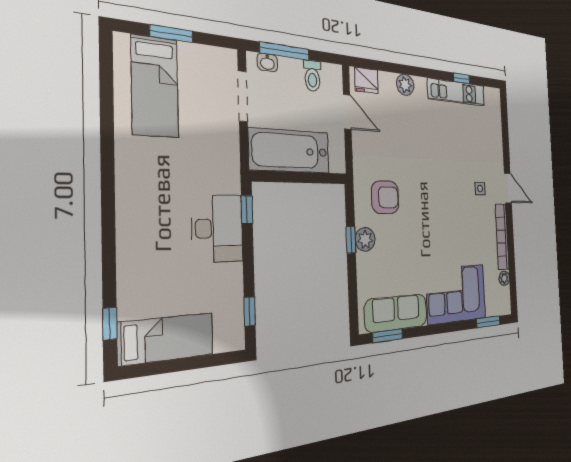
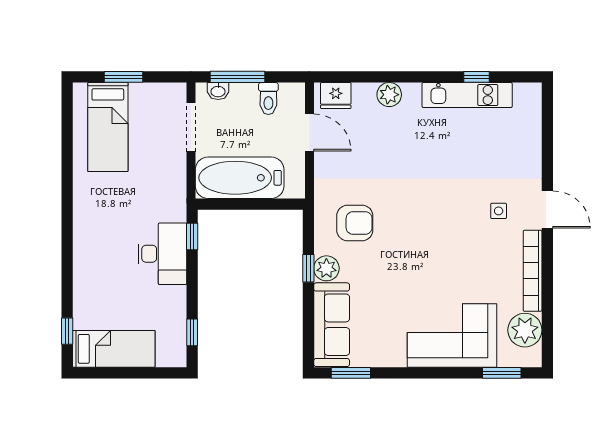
plant: (504, 278) -> (525, 330), width x1.87, depth x1.87
sofa: (396, 313) -> (332, 325), moved, turned 90

